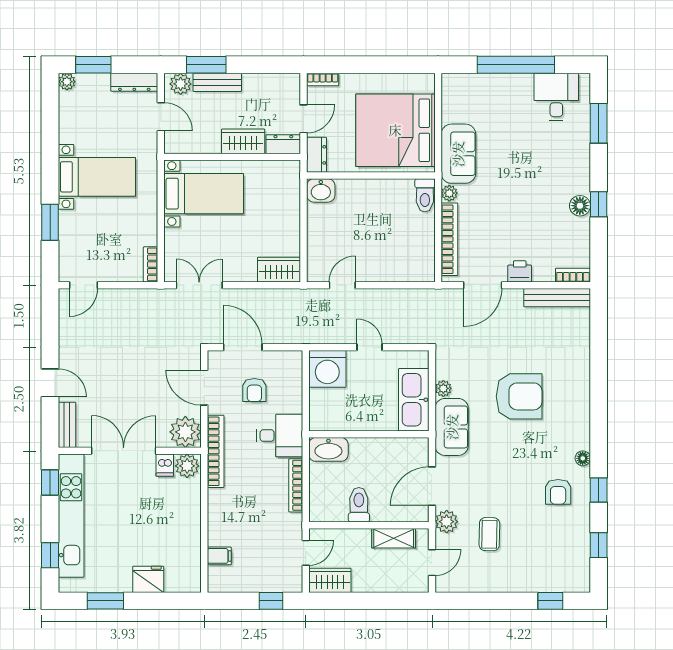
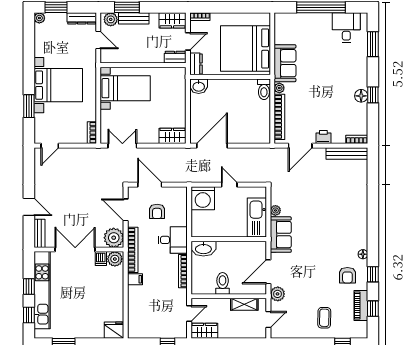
wardrobe: (243, 141) -> (172, 20), moved, turned 180
bed with nightstands: (97, 177) -> (58, 85), width x1.36
door: (342, 285) -> (212, 146), width x1.87
armchair: (519, 396) -> (323, 215), removed
window: (50, 483) -> (29, 287), moved
coffee table: (489, 534) -> (324, 318), moved
piano: (579, 540) -> (361, 306), added
filing cabinet: (219, 556) -> (135, 279), moved
fridge: (148, 579) -> (114, 330), moved

